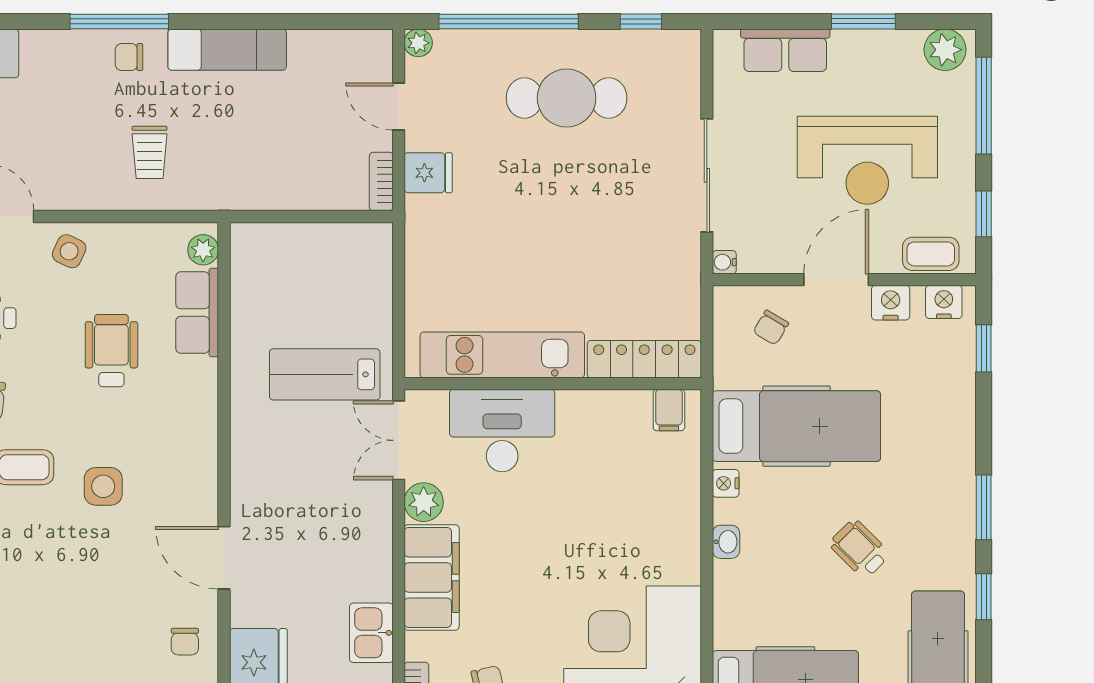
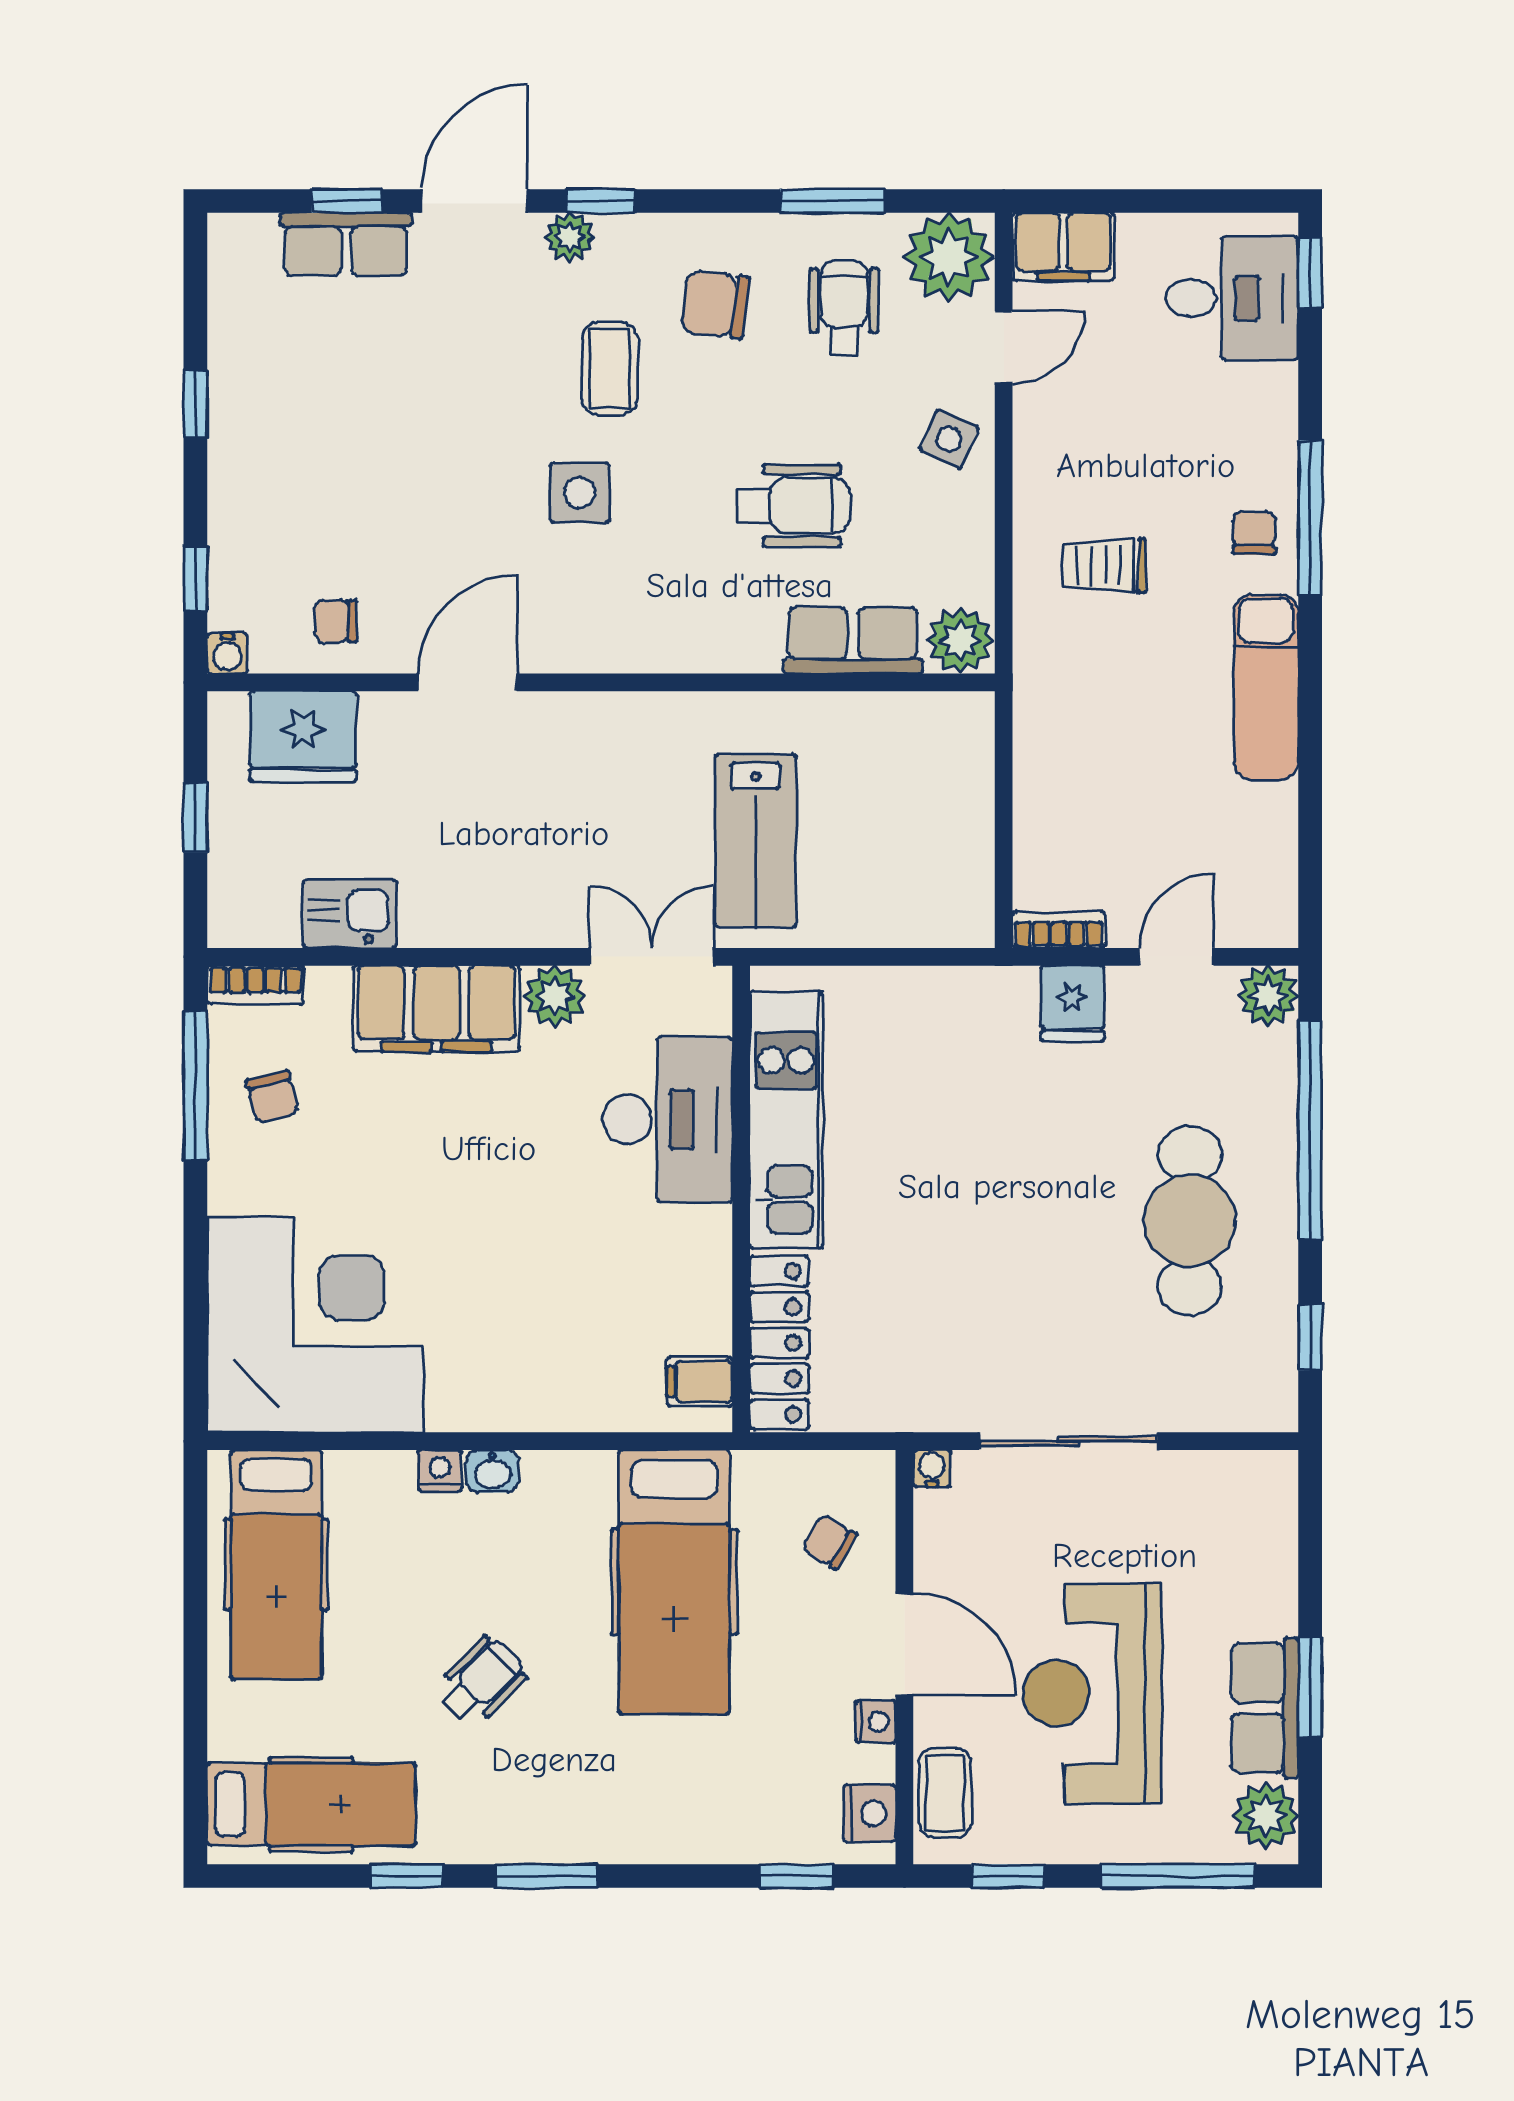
plant: (418, 43) -> (1268, 996), width x1.38, depth x1.38
row of seats: (785, 50) -> (1265, 1708), moved
plant: (203, 250) -> (960, 641), width x1.38, depth x1.38
nightstand: (891, 303) -> (875, 1721), width x0.72, depth x0.74
lab bench: (325, 374) -> (756, 841), turned 180
nightstand: (726, 483) -> (440, 1471), moved

